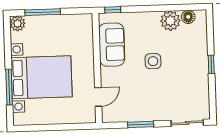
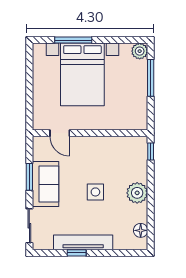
plant: (170, 21) -> (137, 193), moved
sofa: (112, 45) -> (46, 184), moved, turned -90
window: (211, 64) -> (77, 253), moved
tv unit: (201, 71) -> (83, 242), added

